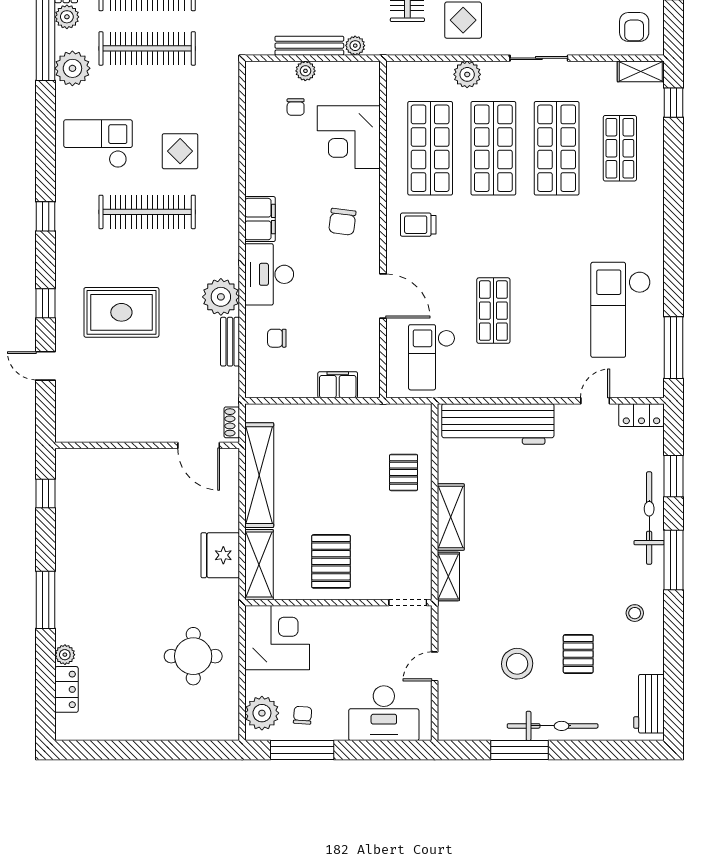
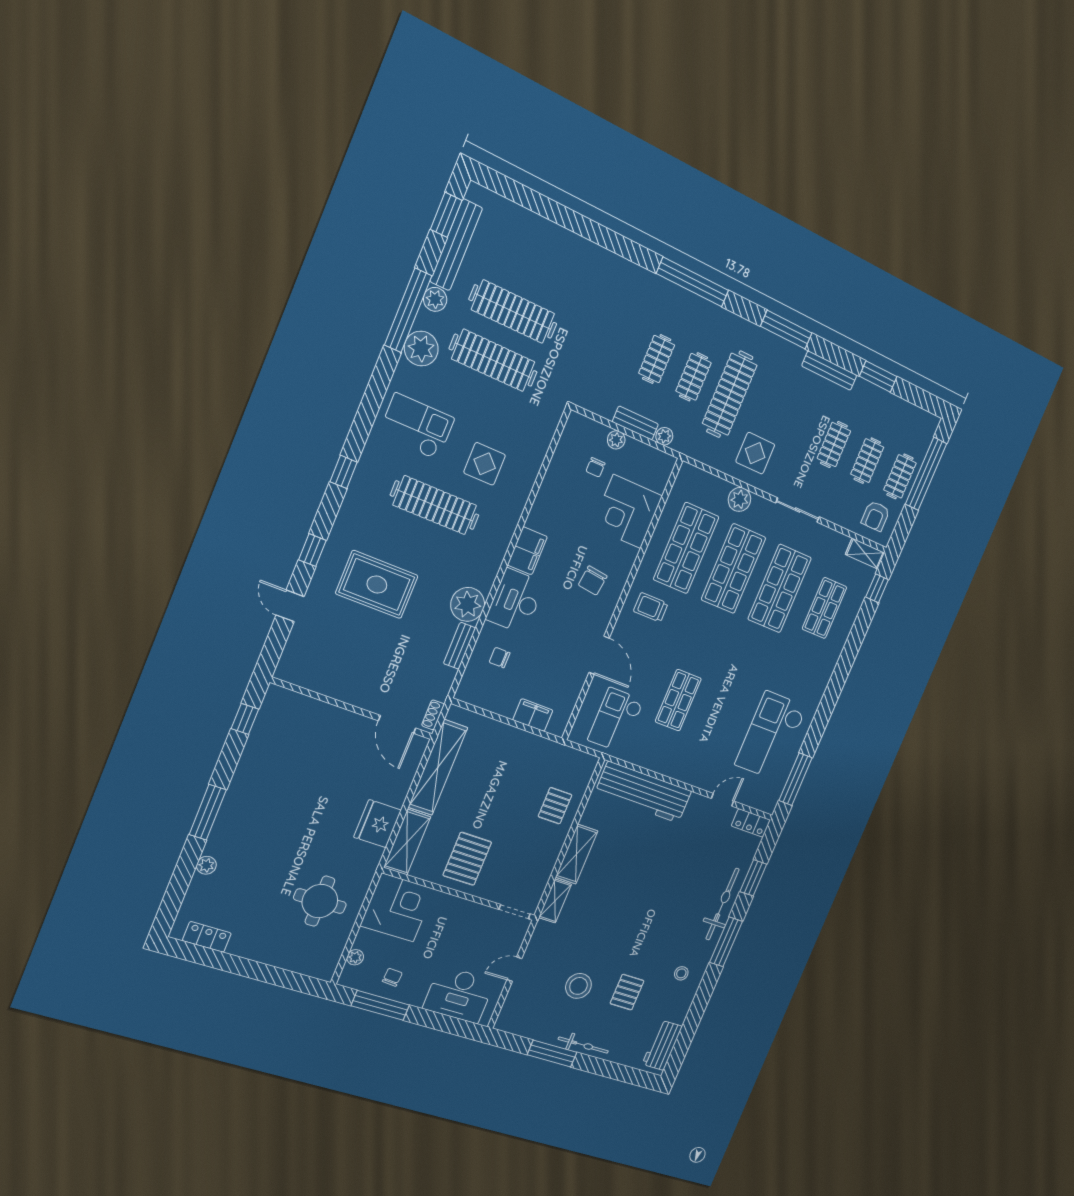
bench: (309, 46) -> (635, 423), width x0.73
locker: (66, 689) -> (207, 937), moved, turned -90
plant: (262, 713) -> (355, 957), width x0.53, depth x0.53
bicycle: (553, 726) -> (583, 1045), width x0.73, depth x0.71

